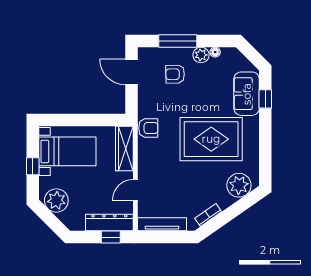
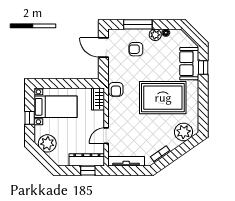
armchair: (148, 128) -> (116, 89), turned 90
wardrobe: (124, 148) -> (98, 99), width x0.67

